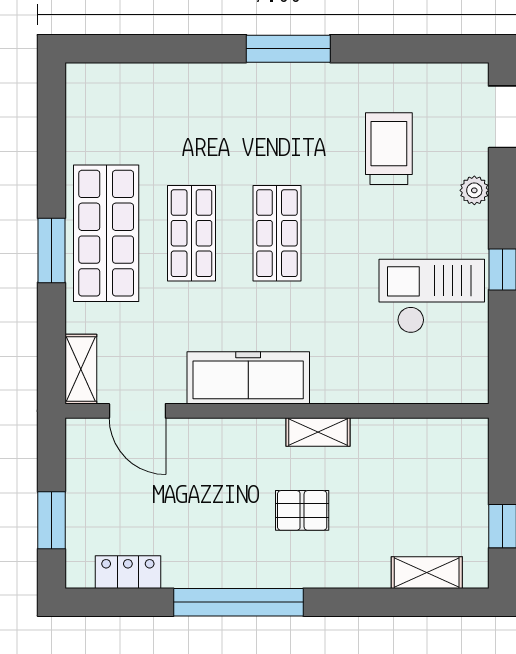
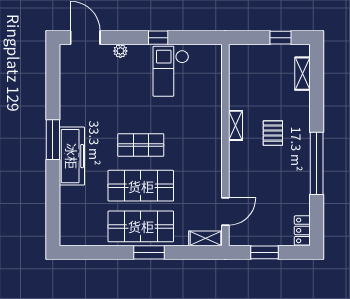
trolley: (389, 149) -> (101, 92), removed
shop shelf: (192, 233) -> (141, 186), width x1.43, depth x1.36
freezer: (248, 378) -> (72, 156), moved, turned 180
window: (51, 520) -> (264, 252), moved
locker: (128, 572) -> (302, 230), moved

